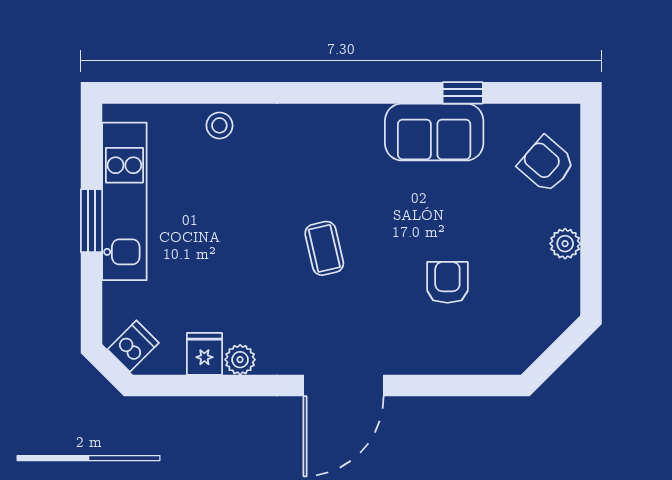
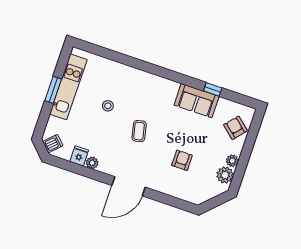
stool: (219, 125) -> (108, 106), moved
plant: (559, 283) -> (225, 175), added

